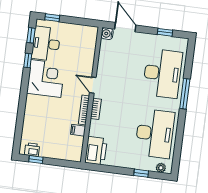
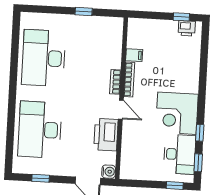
window: (185, 94) -> (12, 108), removed
printer: (96, 151) -> (106, 135), moved
plant: (161, 168) -> (33, 18), removed
window: (141, 173) -> (84, 12), moved

